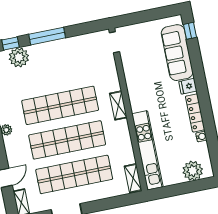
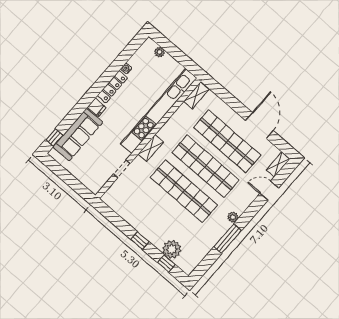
window: (47, 36) -> (140, 241), width x0.46
doorway: (114, 42) -> (122, 169), moved
kitchen unit: (147, 150) -> (159, 111), width x1.36
plant: (193, 171) -> (159, 52), width x0.53, depth x0.53

